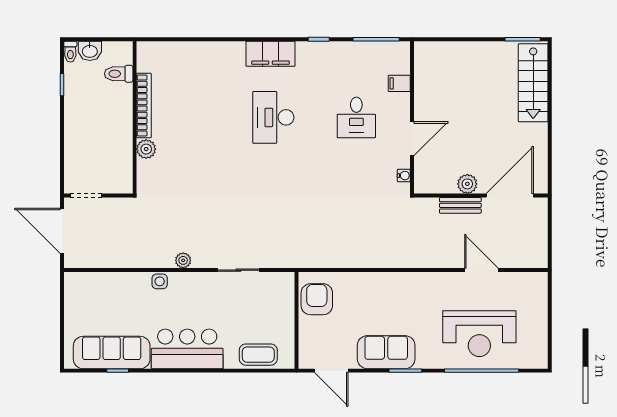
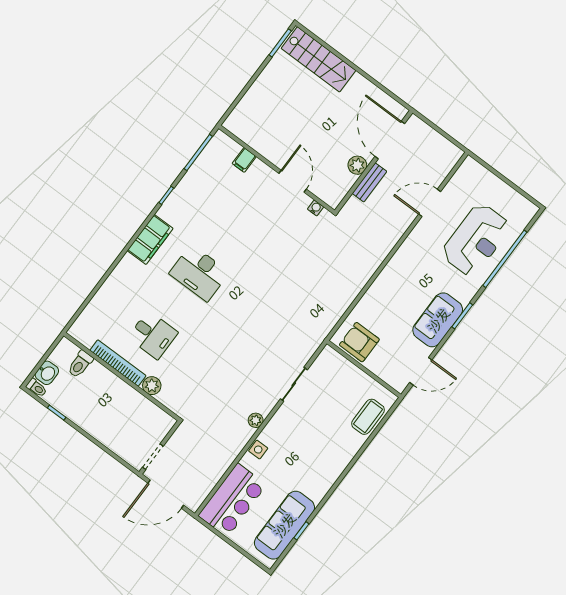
desk: (356, 117) -> (153, 335), moved
bar counter: (187, 349) -> (232, 500), moved, turned 180

